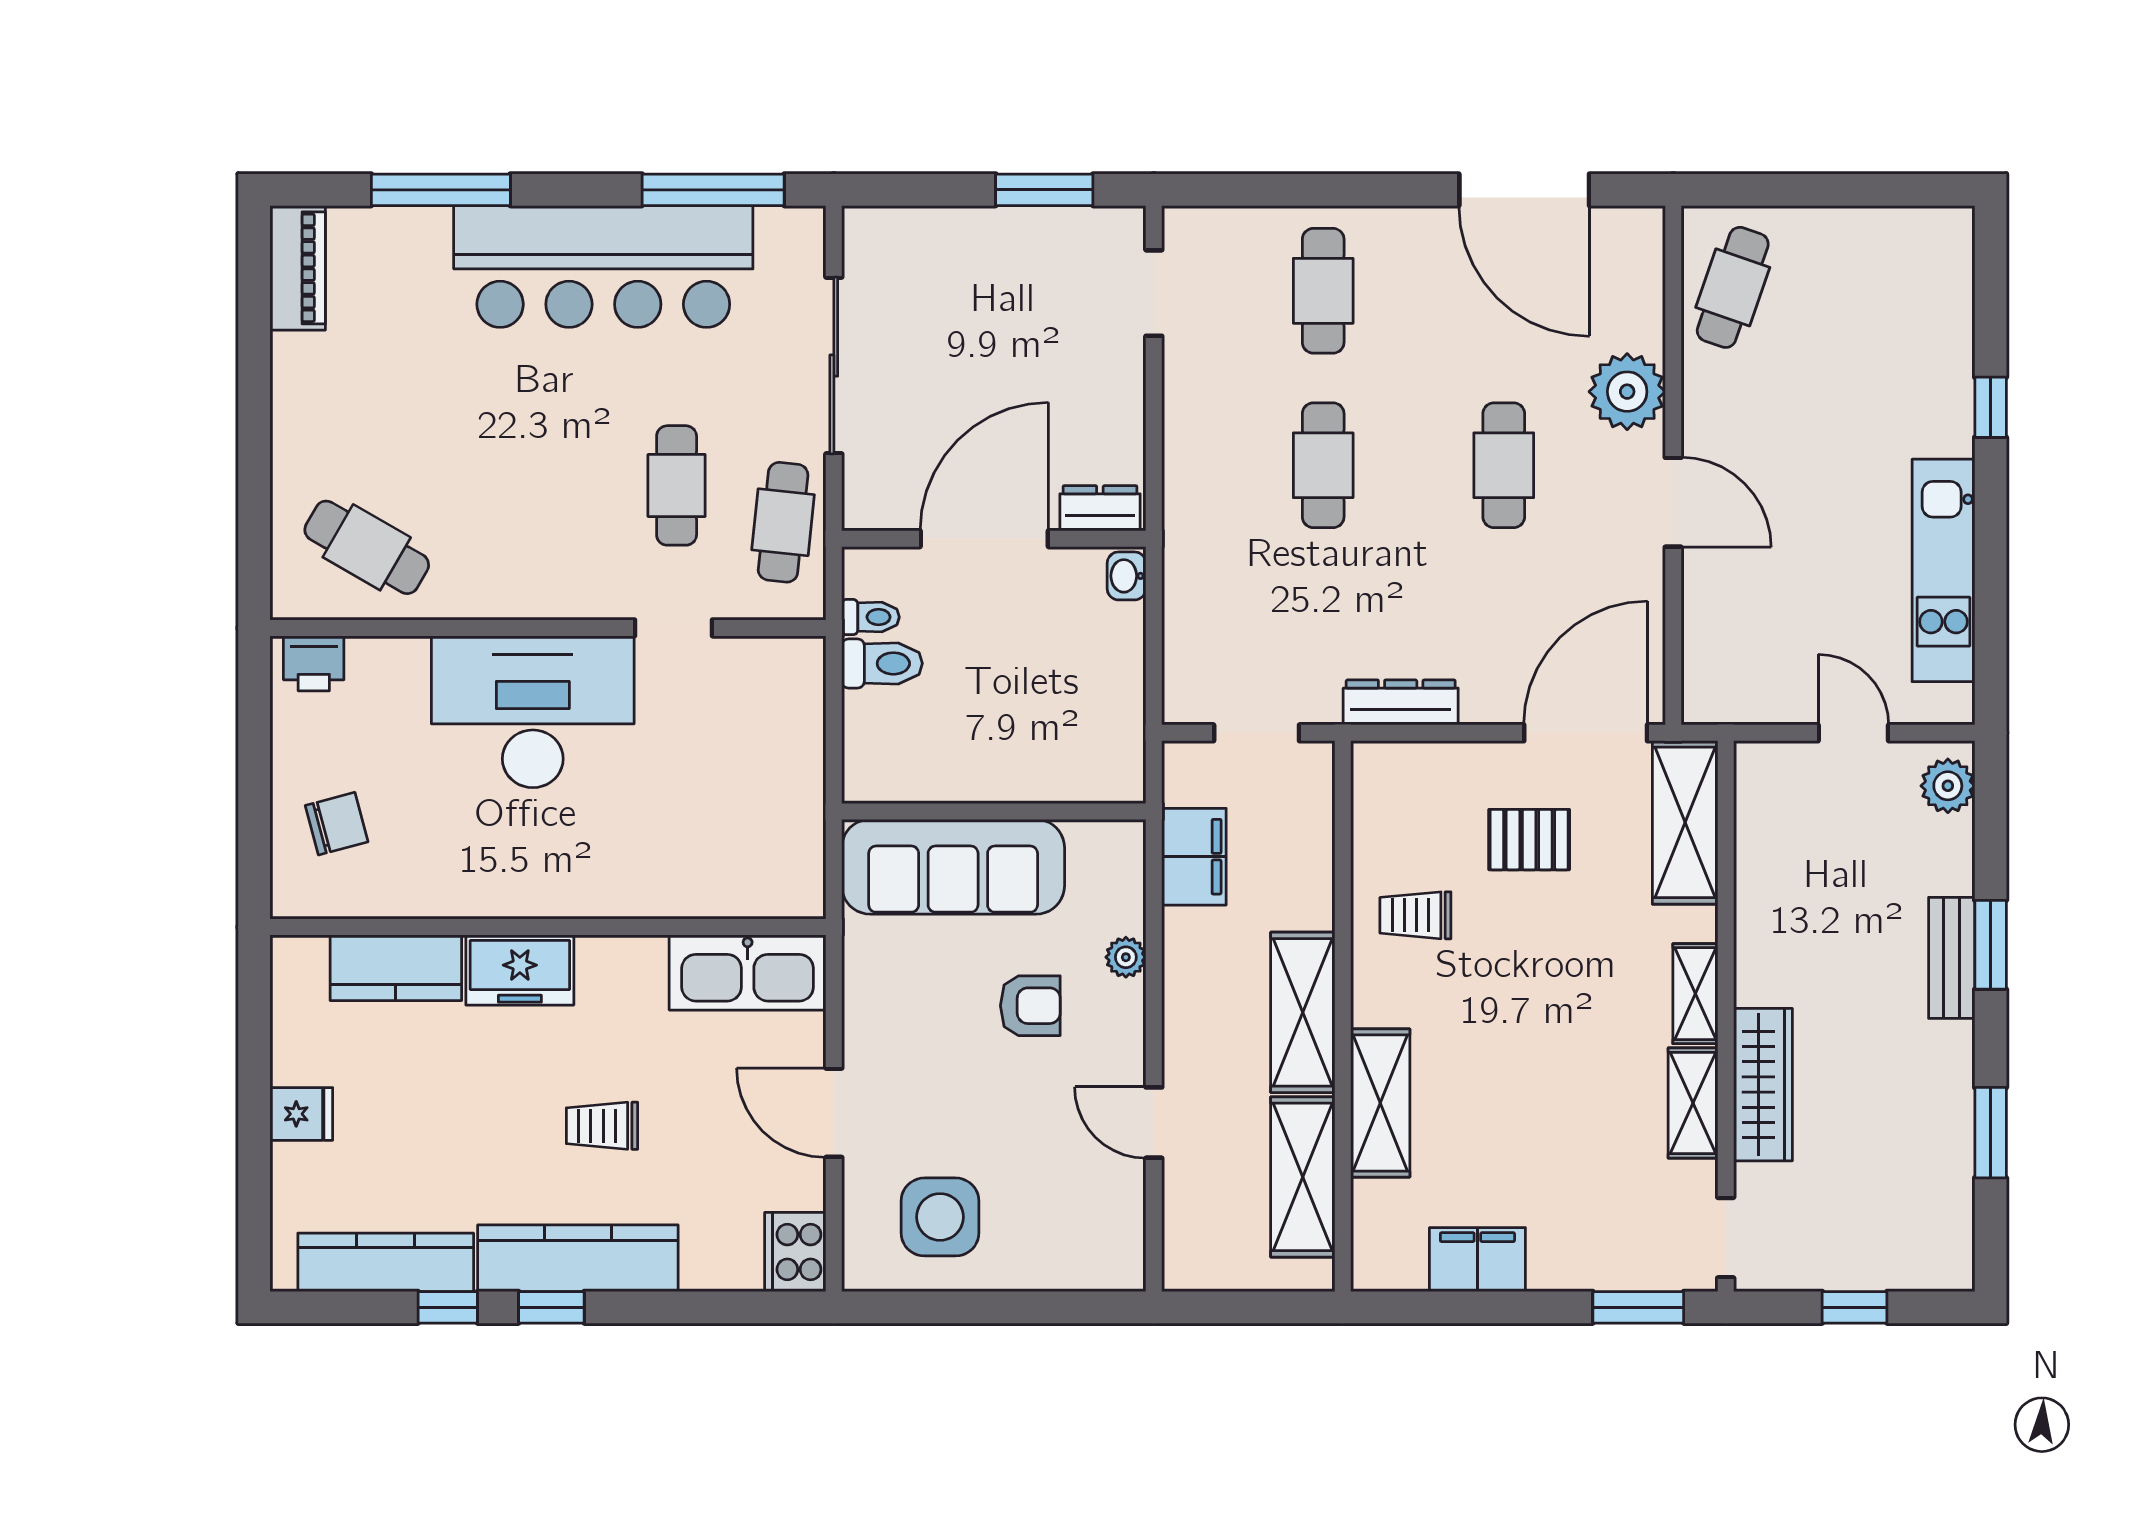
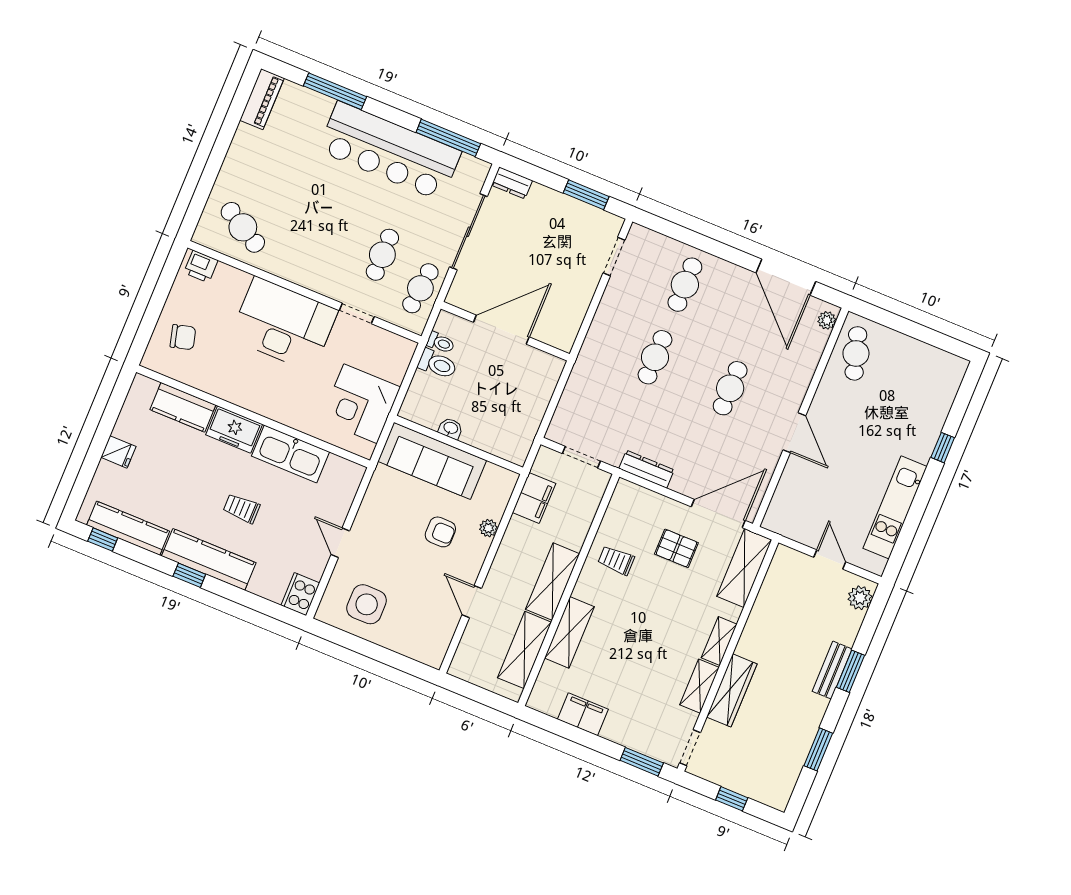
cafe table: (1733, 287) -> (856, 353), turned -36
plant: (1627, 392) -> (827, 320), moved, width x0.53, depth x0.53
dresser: (1100, 508) -> (512, 183), moved, turned 180
washbasin: (1127, 576) -> (451, 428), moved, turned 90
corner desk: (758, 810) -> (360, 404), added
kitchen sink: (748, 972) -> (290, 454), moved
door: (834, 1113) -> (340, 543), width x0.73
window: (448, 1307) -> (103, 540), moved

